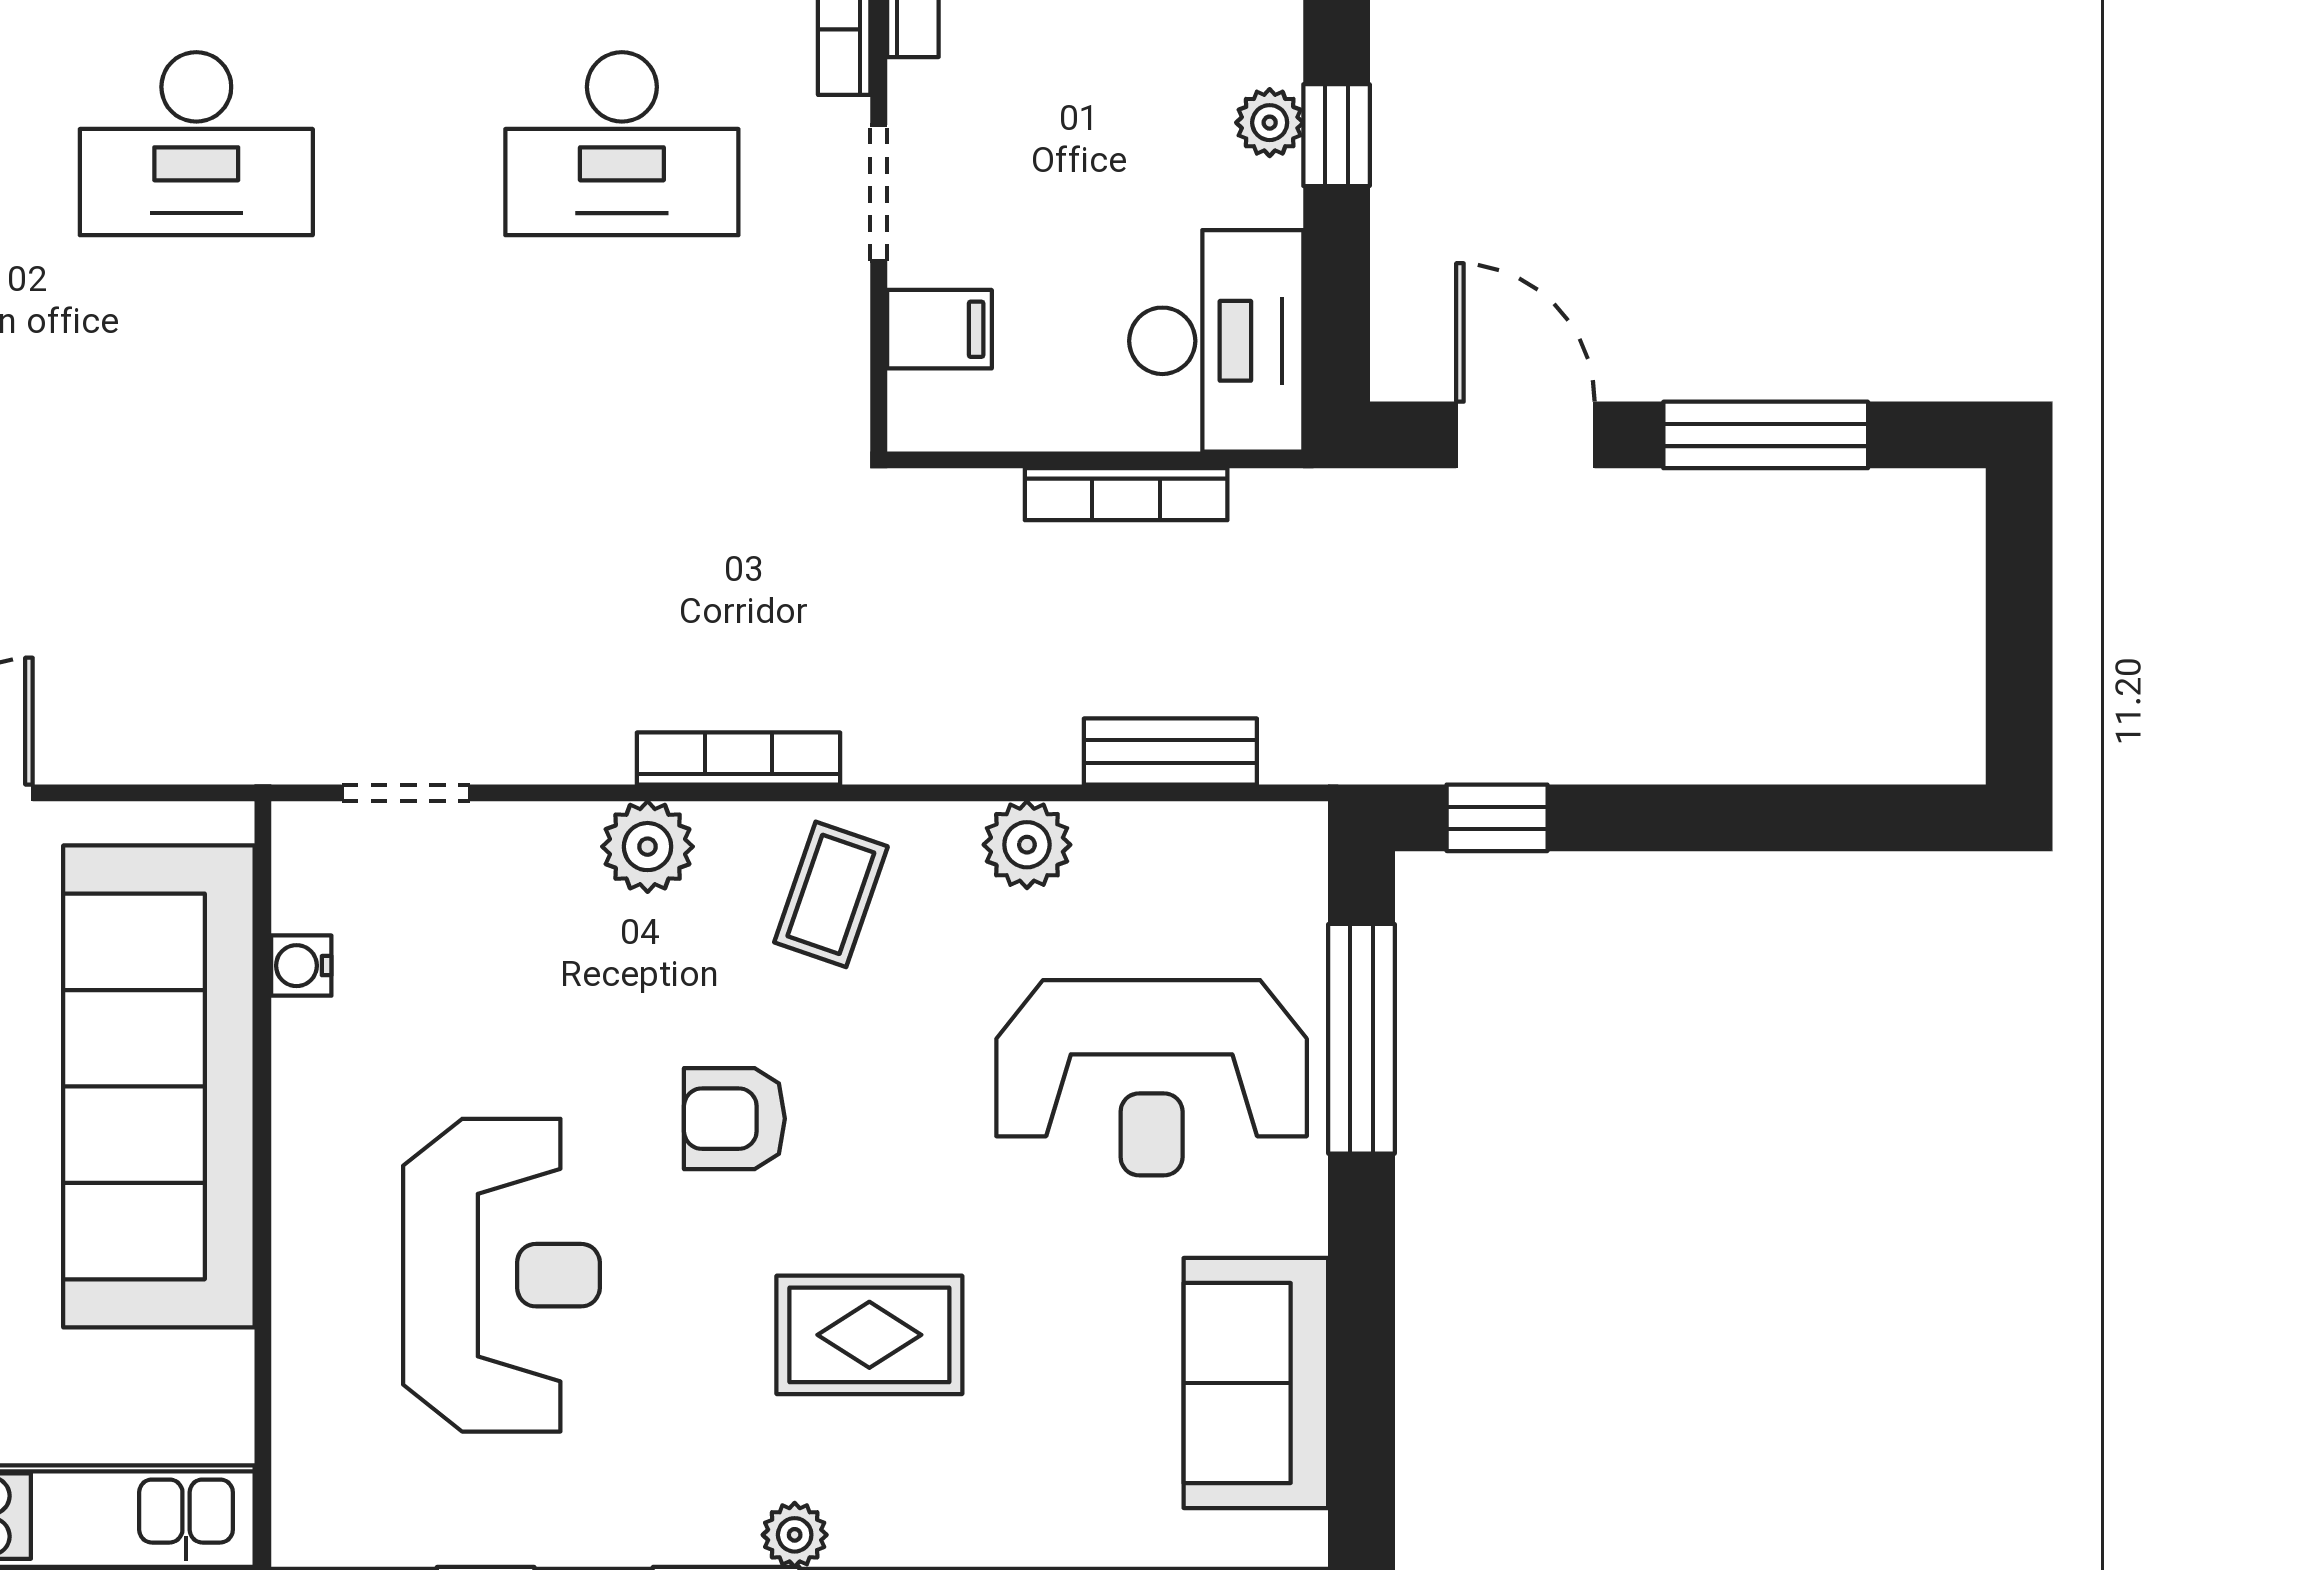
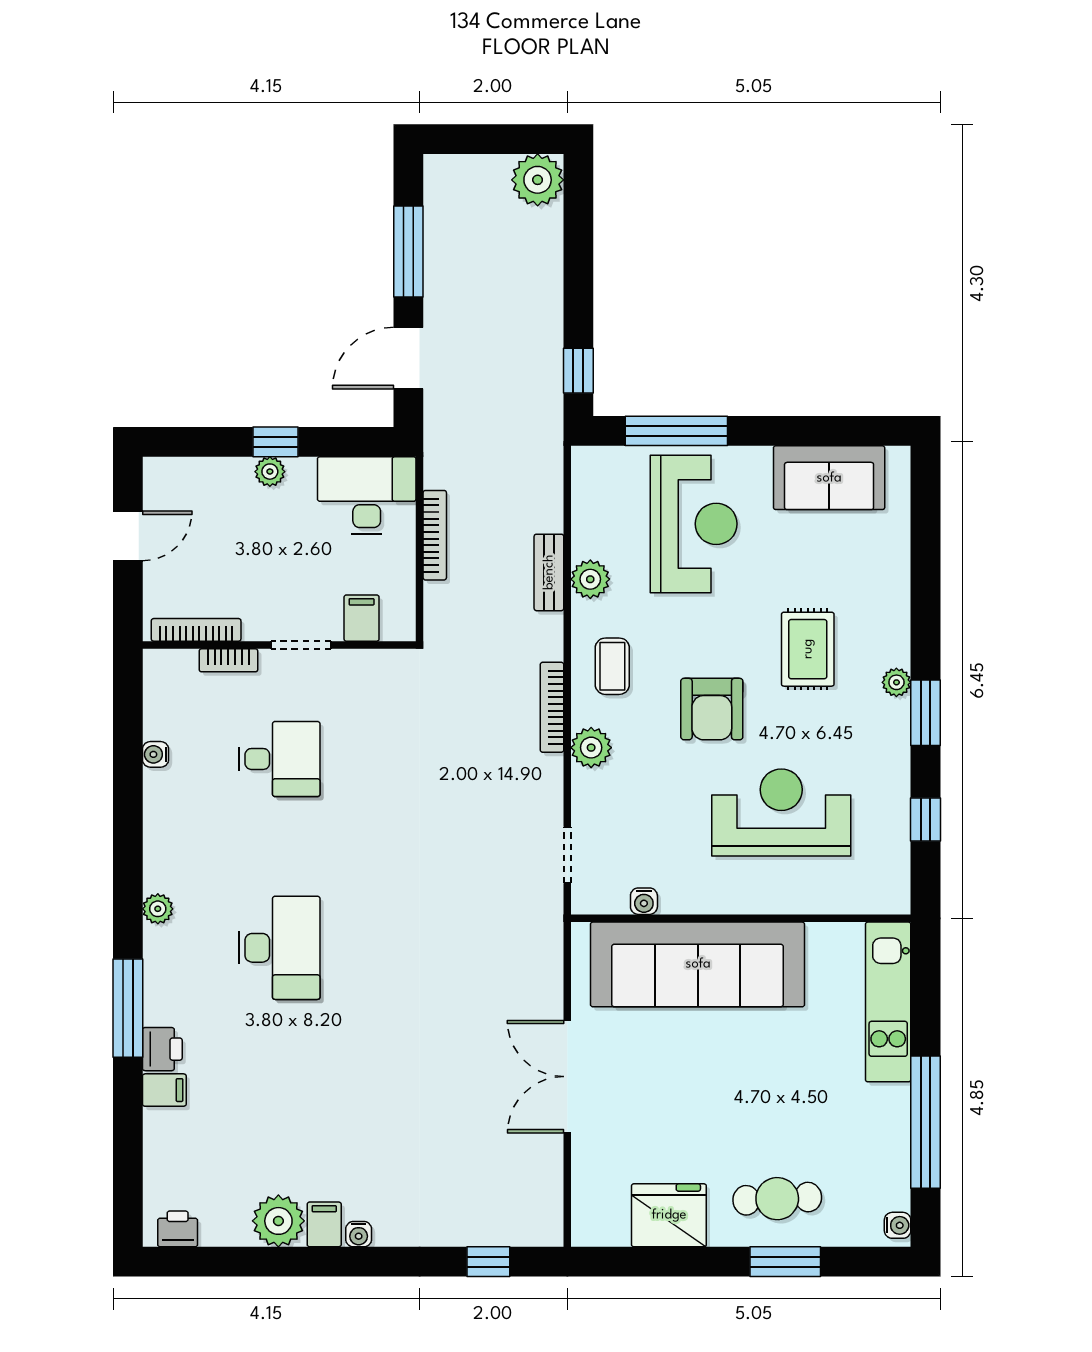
desk: (622, 144) -> (279, 759), width x0.73
plant: (1927, 726) -> (538, 180), added
bench: (1170, 751) -> (549, 572), moved
coffee table: (831, 894) -> (612, 666), turned 71
armchair: (734, 1119) -> (712, 709), width x1.38, depth x1.38

